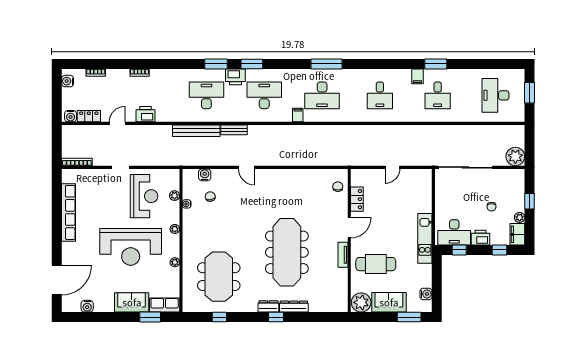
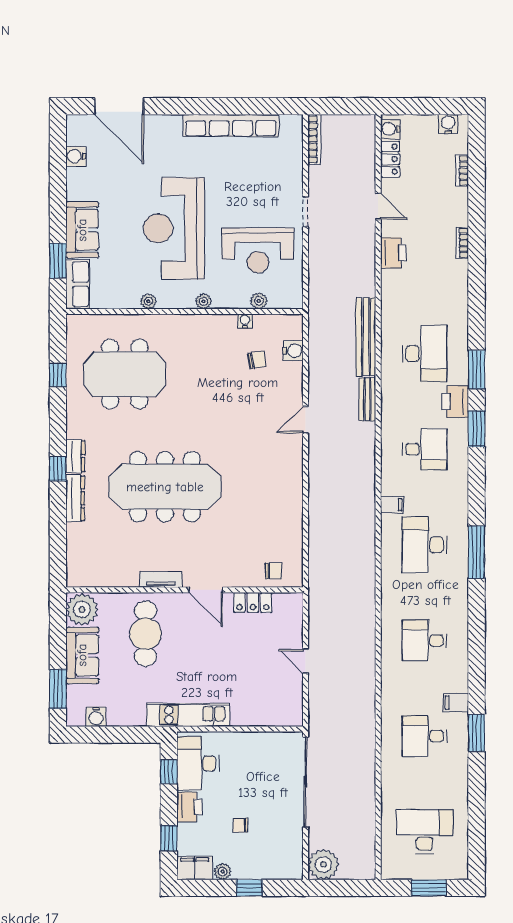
desk: (264, 95) -> (425, 449), width x0.73

